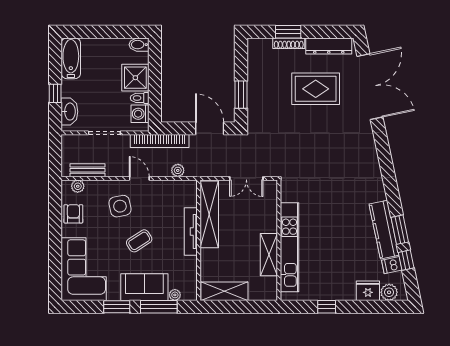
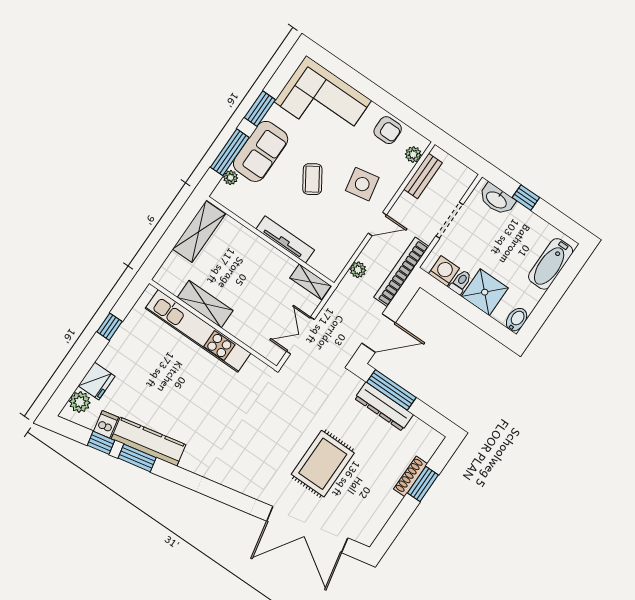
dresser: (329, 46) -> (384, 406), moved, turned -90
bathtub: (71, 58) -> (551, 264), moved, turned 90
rug: (316, 89) -> (323, 464), moved
window: (241, 95) -> (391, 390), width x1.44
shelving: (209, 214) -> (310, 282), width x0.45, depth x0.75

